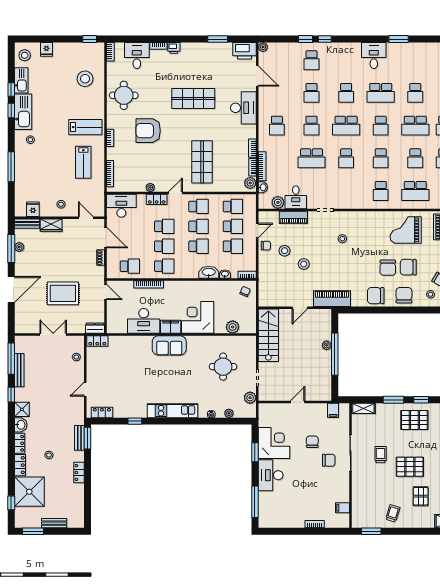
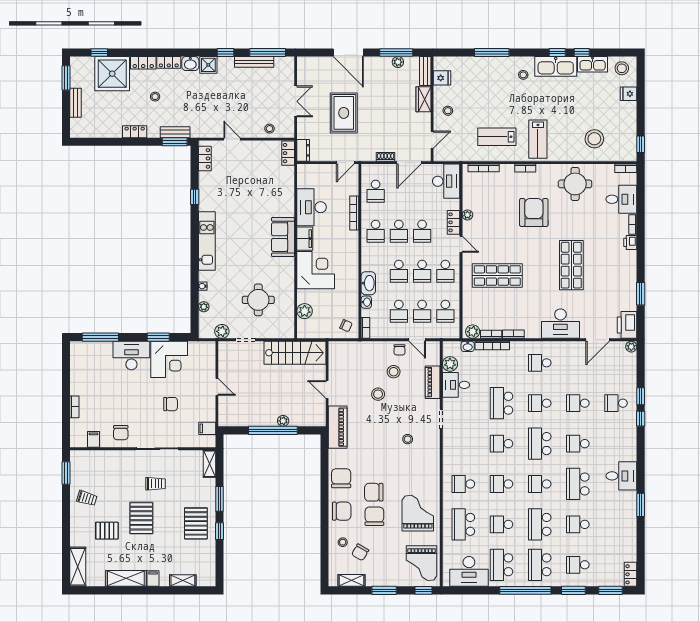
chair: (329, 460) -> (121, 433), moved

